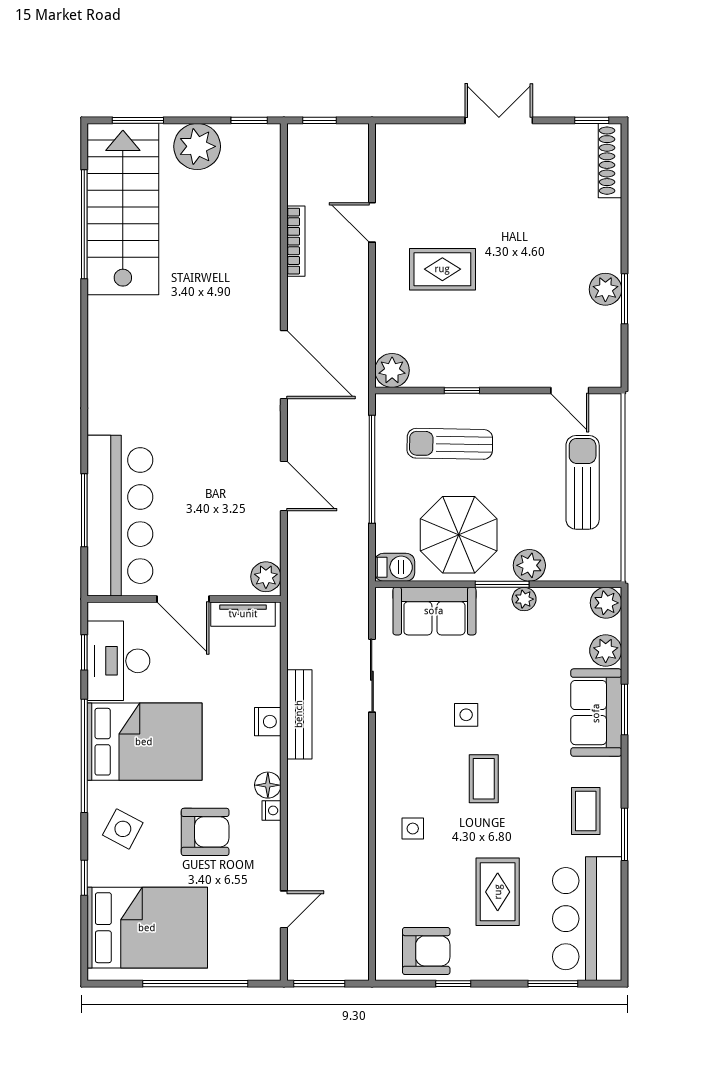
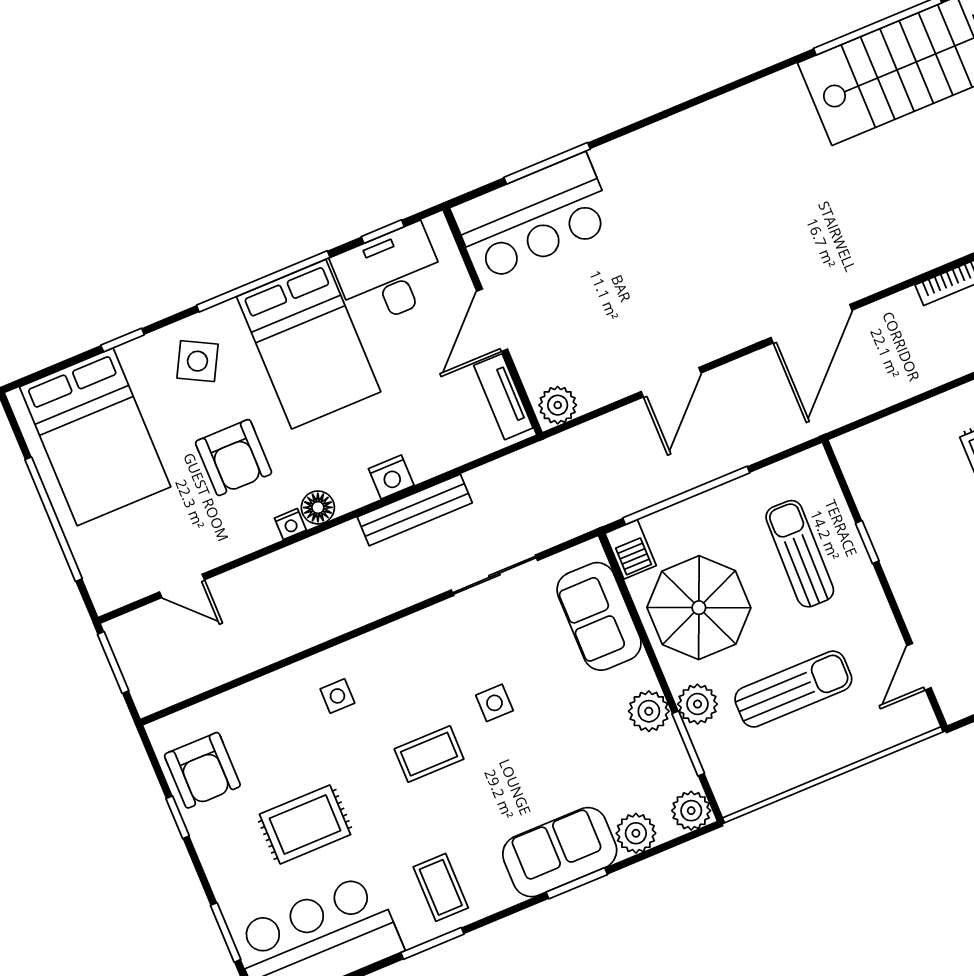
plant: (392, 370) -> (857, 452), removed
window: (372, 469) -> (686, 495), moved
sun lounger: (583, 482) -> (793, 689), moved
bar counter: (120, 516) -> (533, 217), width x0.73
window: (502, 584) -> (688, 744), moved
plant: (524, 599) -> (649, 711), width x1.38, depth x1.38
coffee table: (586, 811) -> (441, 887), turned 90

